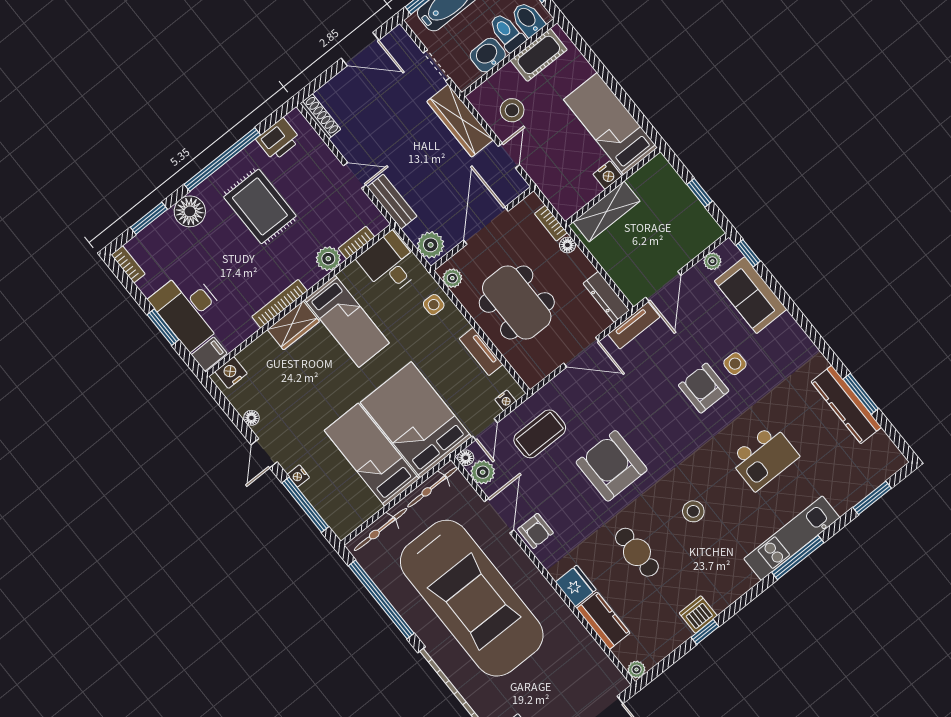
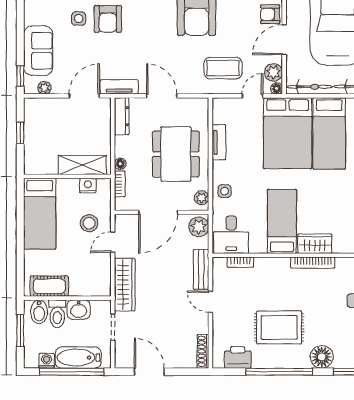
stool: (512, 110) -> (89, 223), moved
nightstand: (607, 175) -> (88, 186), moved
rug: (260, 206) -> (279, 327), turned 90
plant: (328, 259) -> (264, 266), removed
nightstand: (505, 400) -> (227, 103), removed
armchair: (536, 531) -> (270, 14), turned -90

